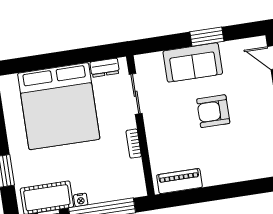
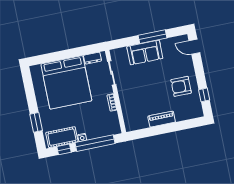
window: (207, 37) -> (152, 37), width x1.44
armchair: (213, 111) -> (181, 86), moved
piano: (179, 181) -> (162, 119), moved

